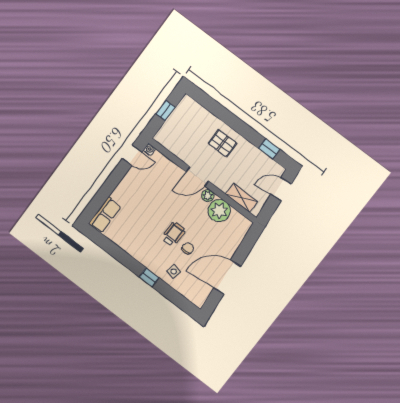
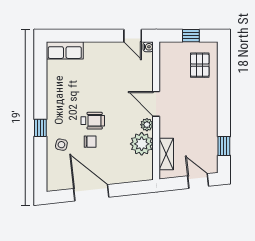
pallet: (222, 143) -> (200, 65), moved

